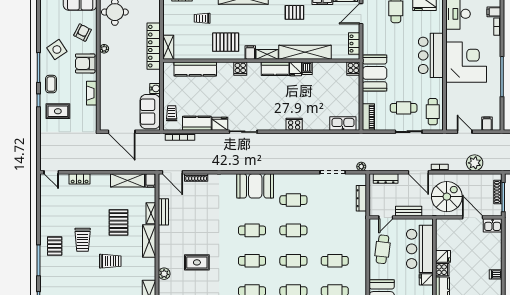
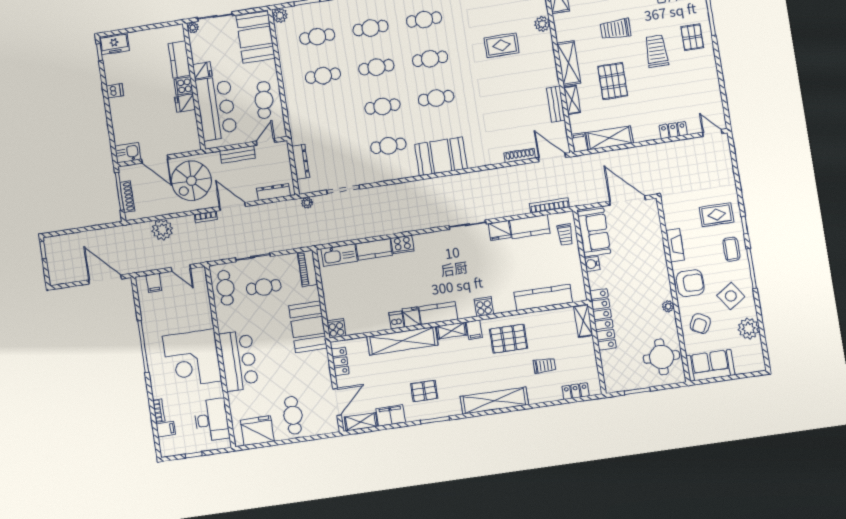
plant: (48, 24) -> (749, 328), added
kitchen counter: (316, 124) -> (374, 249), added

